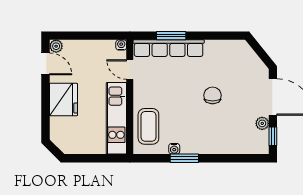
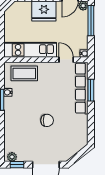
window: (77, 36) -> (91, 21), added
door: (130, 69) -> (66, 60), hinge flipped
plant: (262, 123) -> (12, 157), moved

